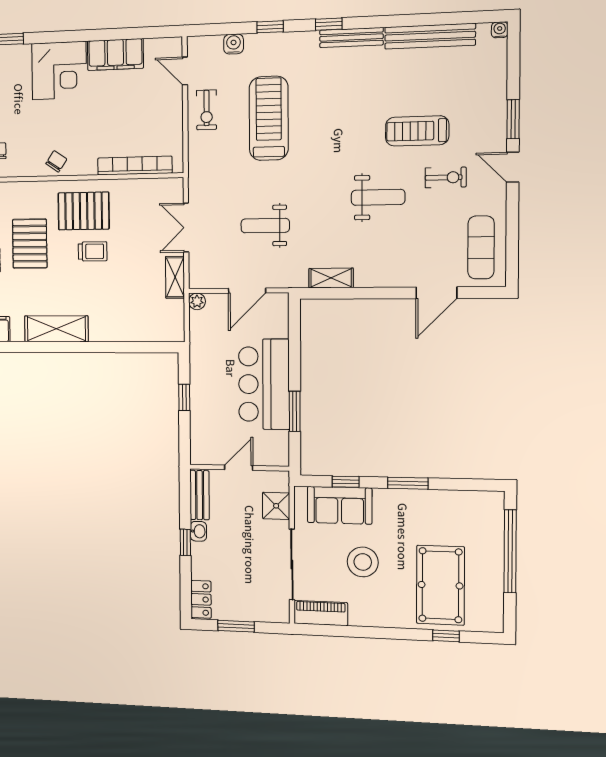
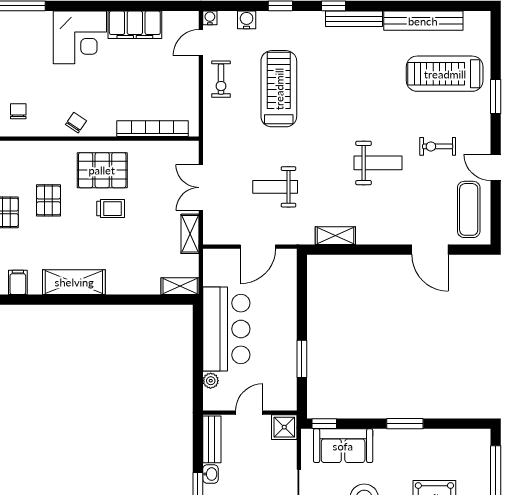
water cooler: (500, 30) -> (210, 18), moved
door: (185, 71) -> (201, 43), hinge flipped
treadmill: (417, 131) -> (445, 74), moved, width x1.37, depth x1.38
door: (513, 167) -> (496, 167), moved
exercise bike: (446, 177) -> (438, 146), turned 180
pallet: (30, 244) -> (48, 200), width x0.67, depth x0.71
door: (436, 293) -> (430, 250), hinge flipped
plant: (197, 301) -> (211, 381), moved
shelving: (165, 333) -> (180, 286), added
bar counter: (264, 384) -> (226, 329), moved, turned 180
window: (184, 397) -> (198, 347), removed
window: (346, 482) -> (324, 424), moved
shower: (276, 506) -> (284, 427), moved

